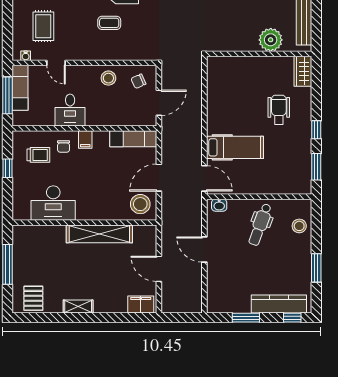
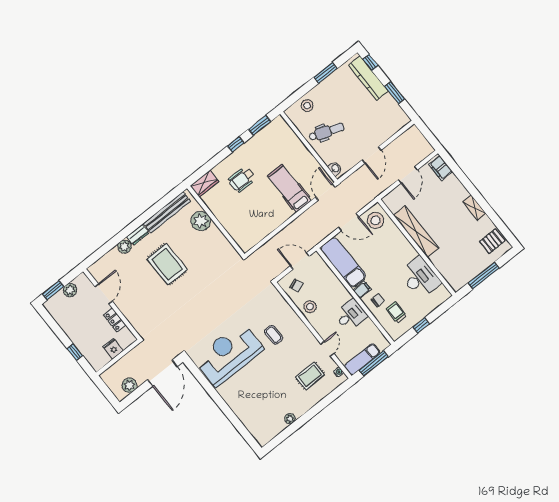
exam couch: (133, 139) -> (343, 263), width x1.36, depth x1.45

